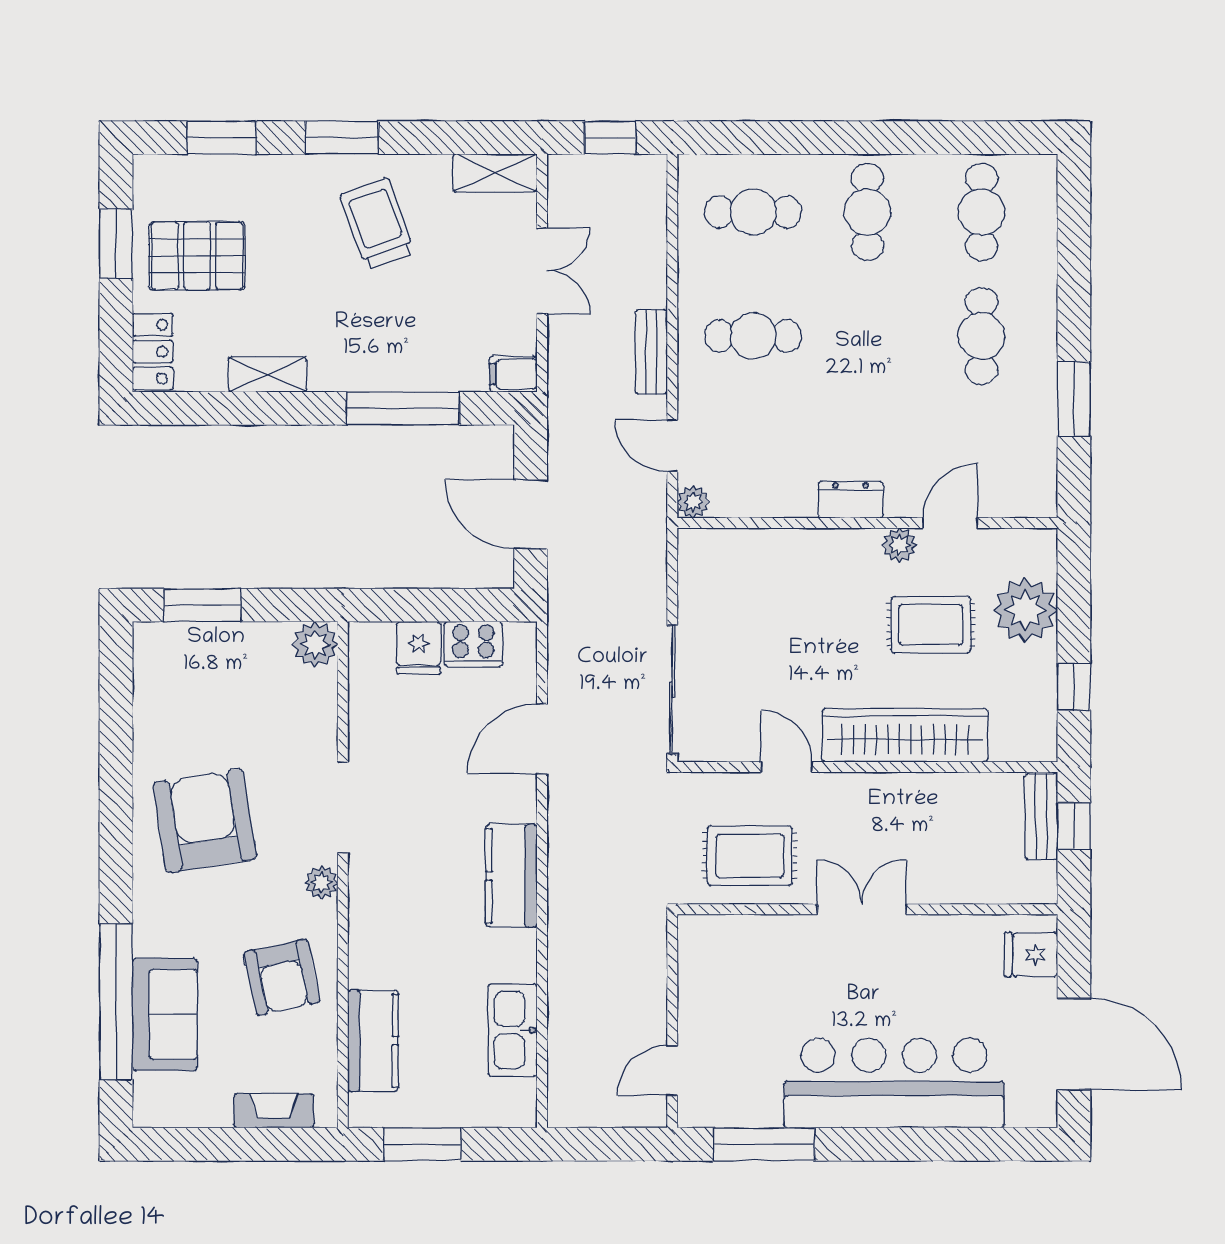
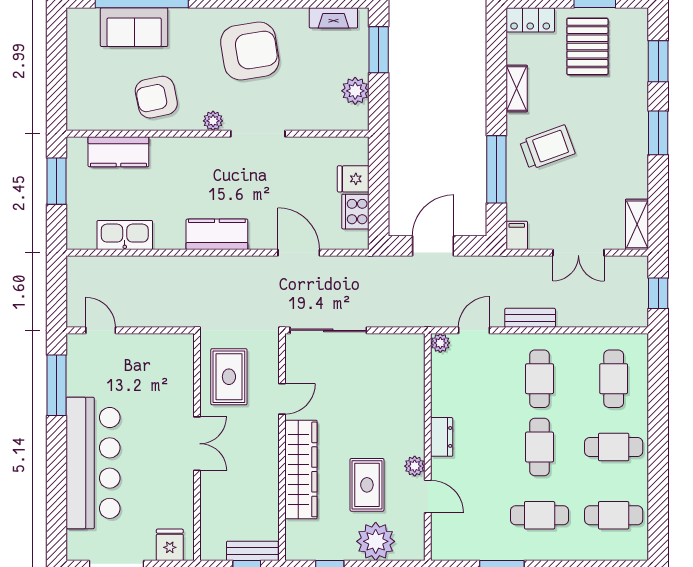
trolley: (377, 224) -> (547, 147), moved
cafe table: (867, 336) -> (540, 447), added
plant: (315, 644) -> (355, 91), moved
fireplace: (274, 1111) -> (333, 18), moved, turned 90

